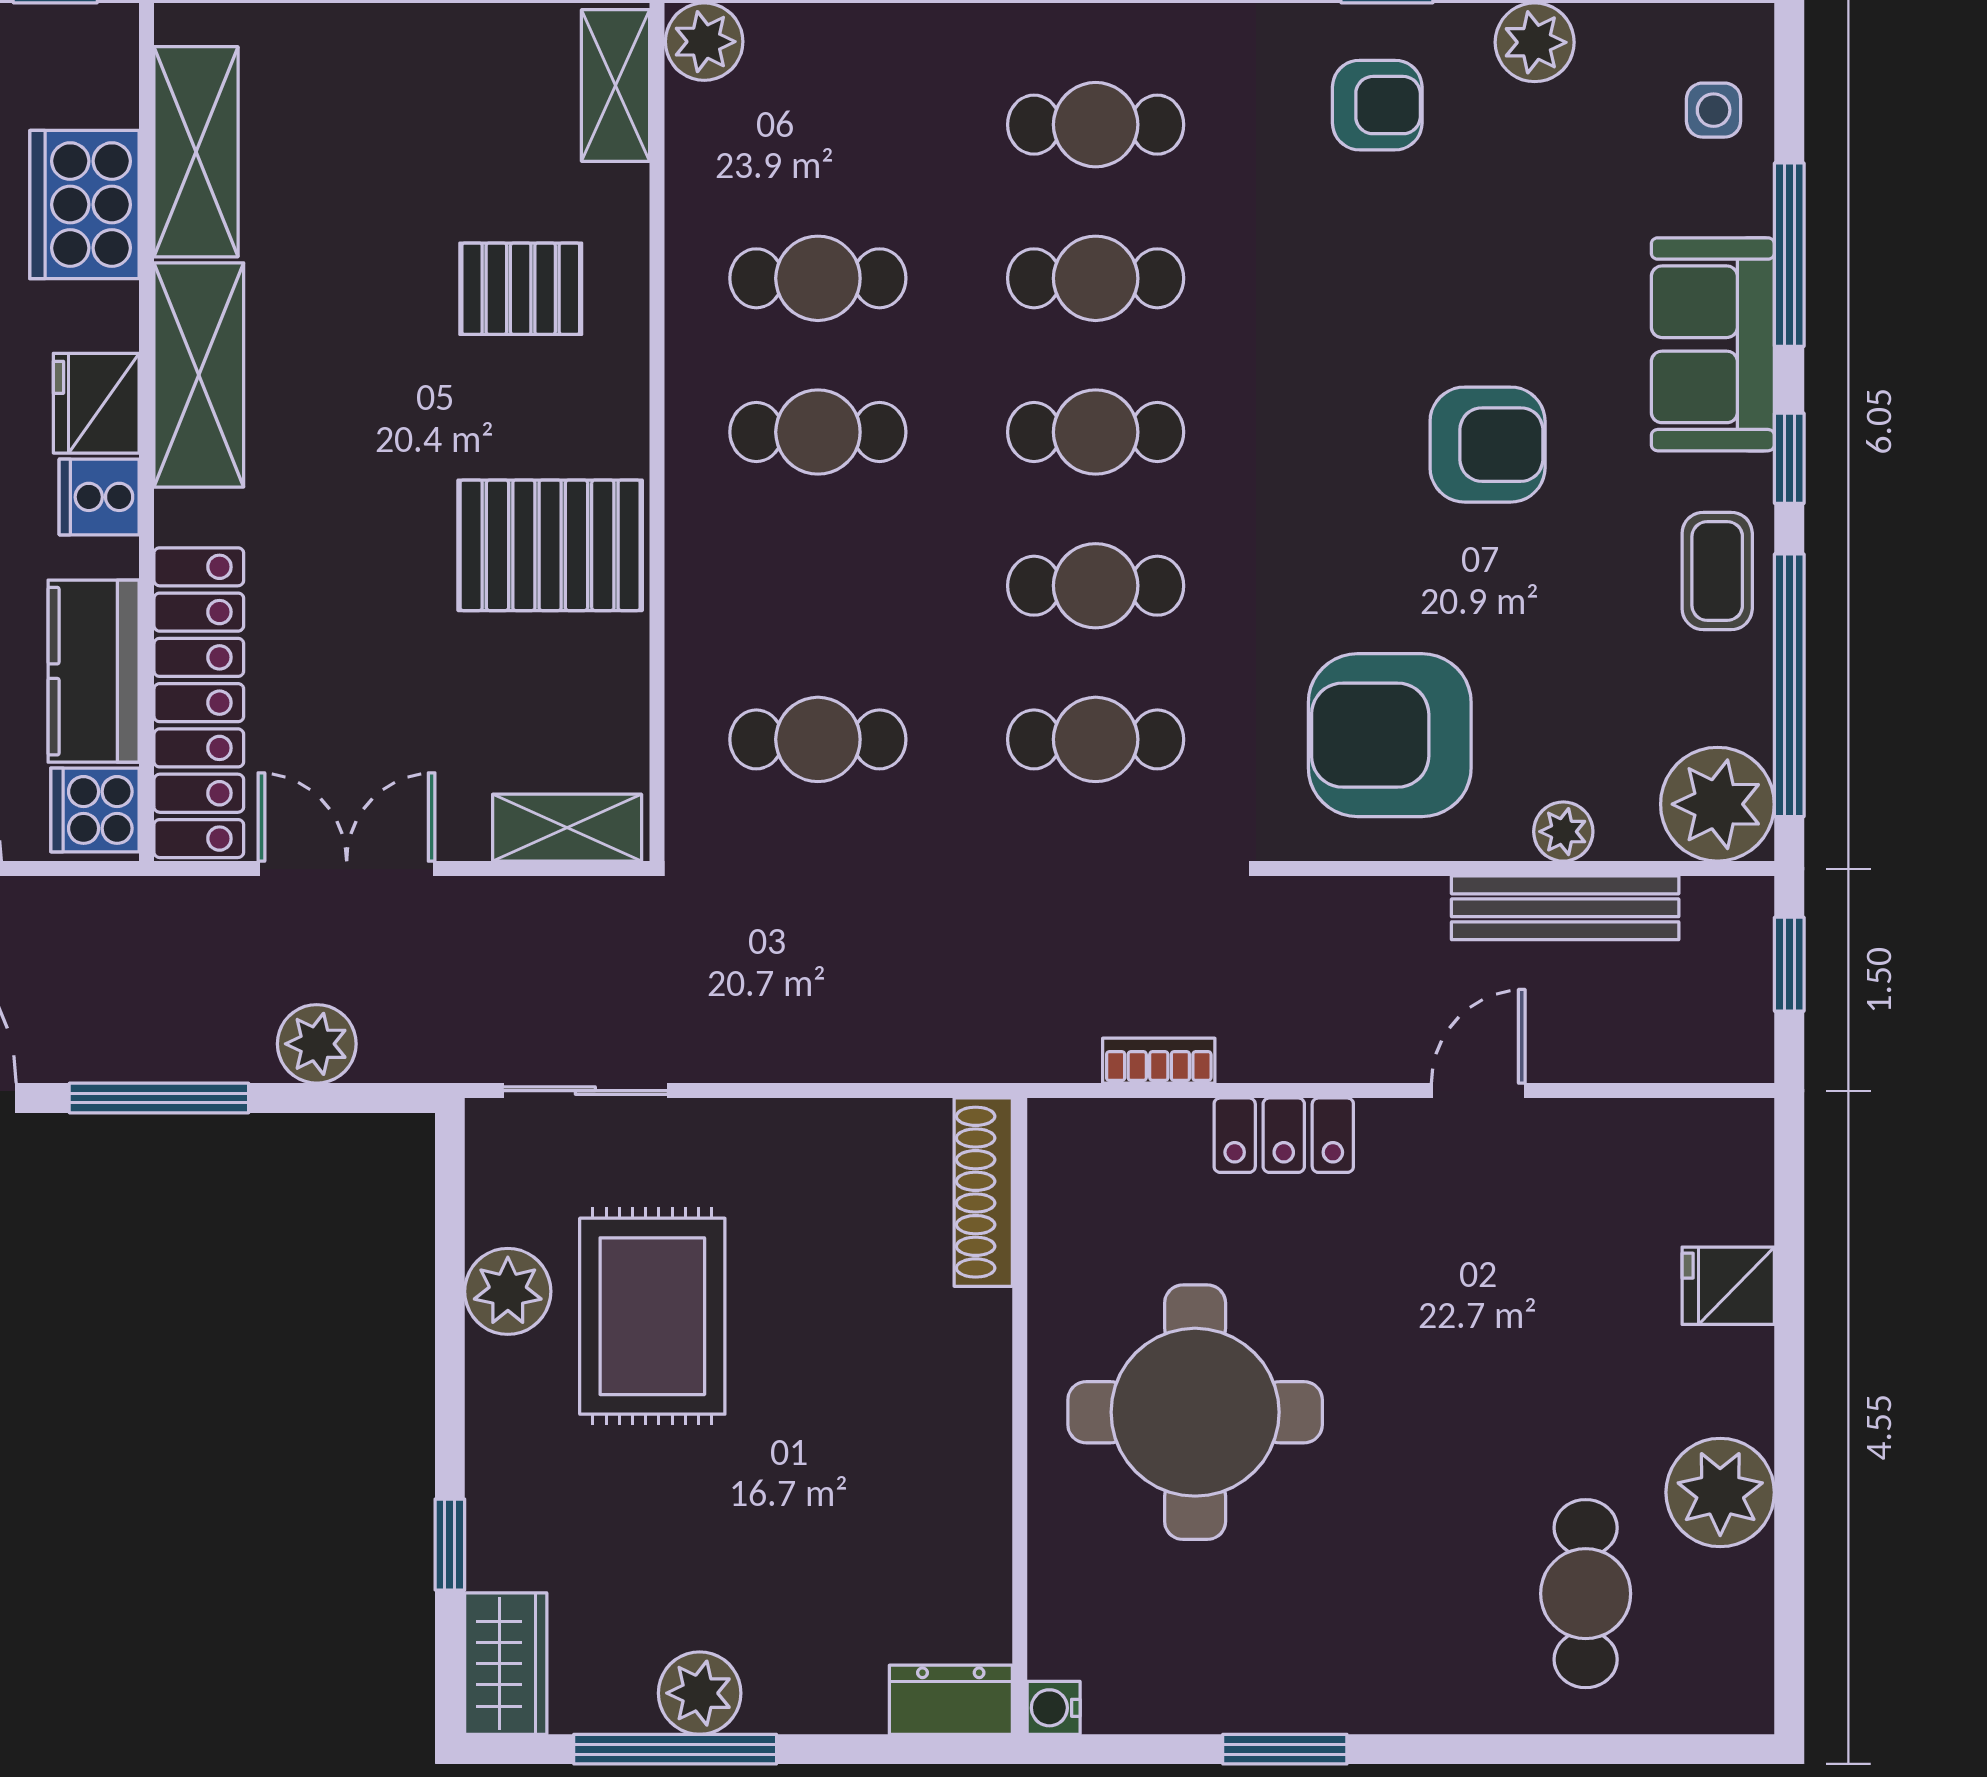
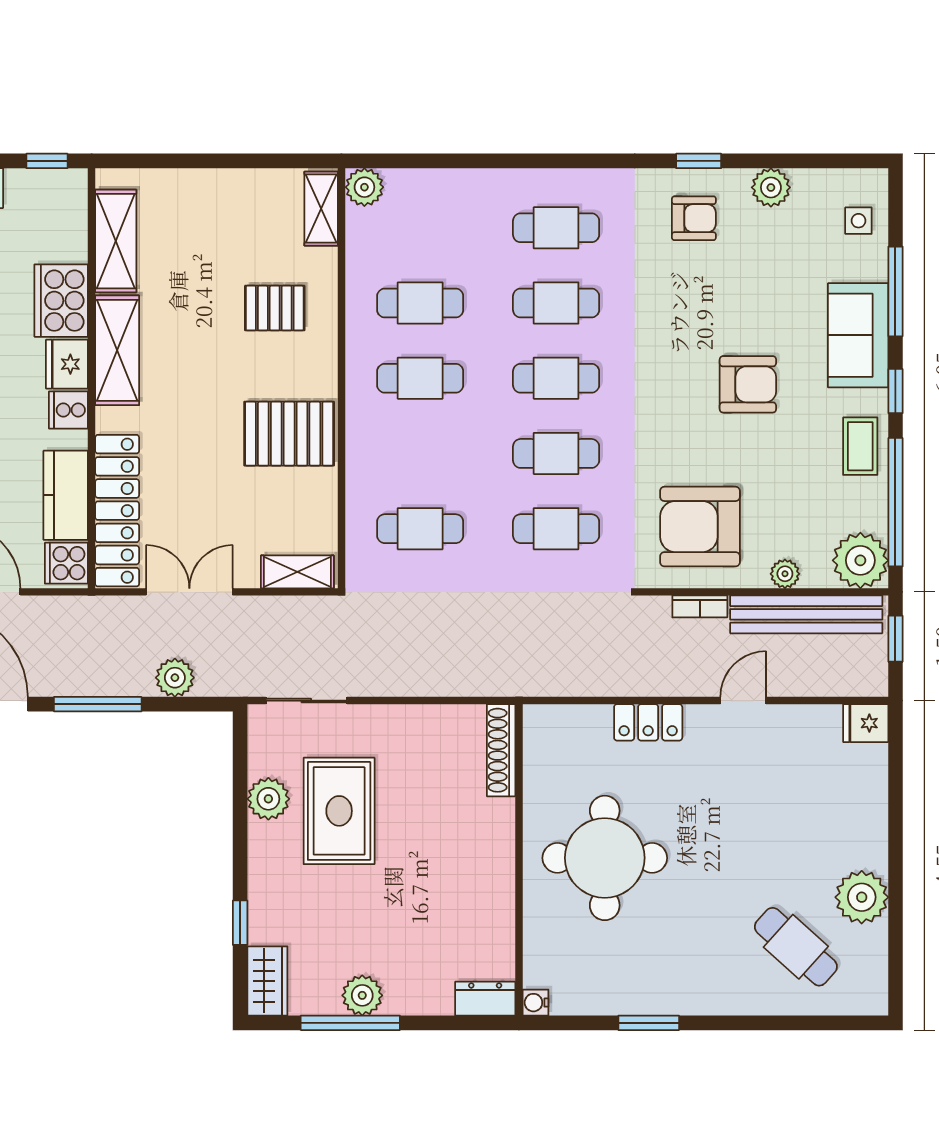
cooker: (84, 205) -> (61, 301), moved
bench: (1565, 908) -> (806, 614), width x1.37, depth x1.21
bookcase: (1159, 1061) -> (700, 606), moved, turned 180
fridge: (1728, 1286) -> (866, 723), moved
cafe table: (1586, 1594) -> (796, 947), turned -48

